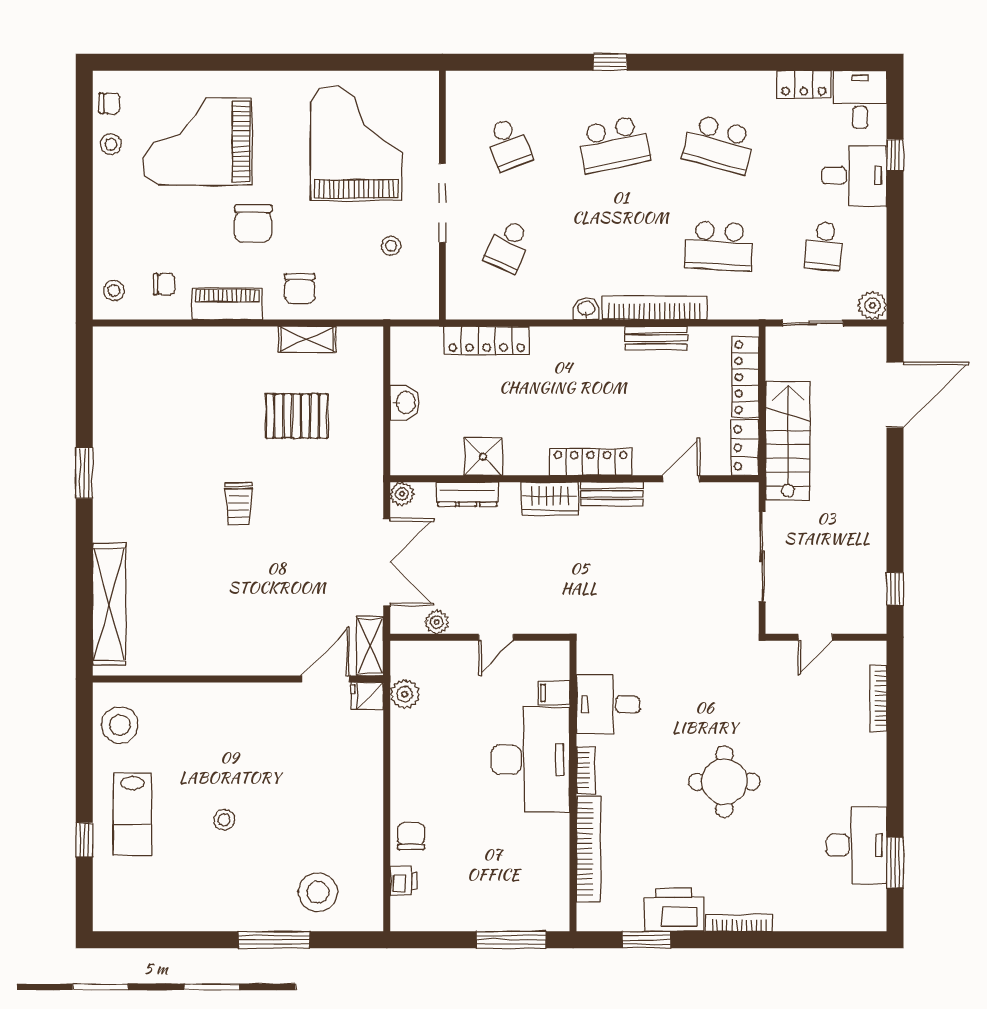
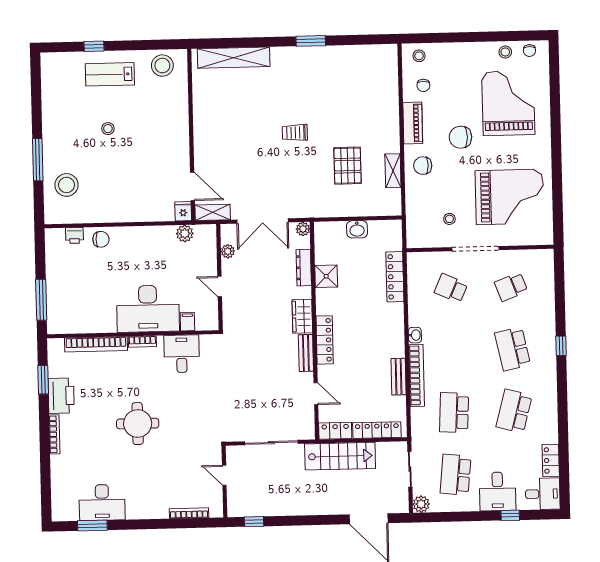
school desk: (824, 246) -> (456, 475), width x1.85

